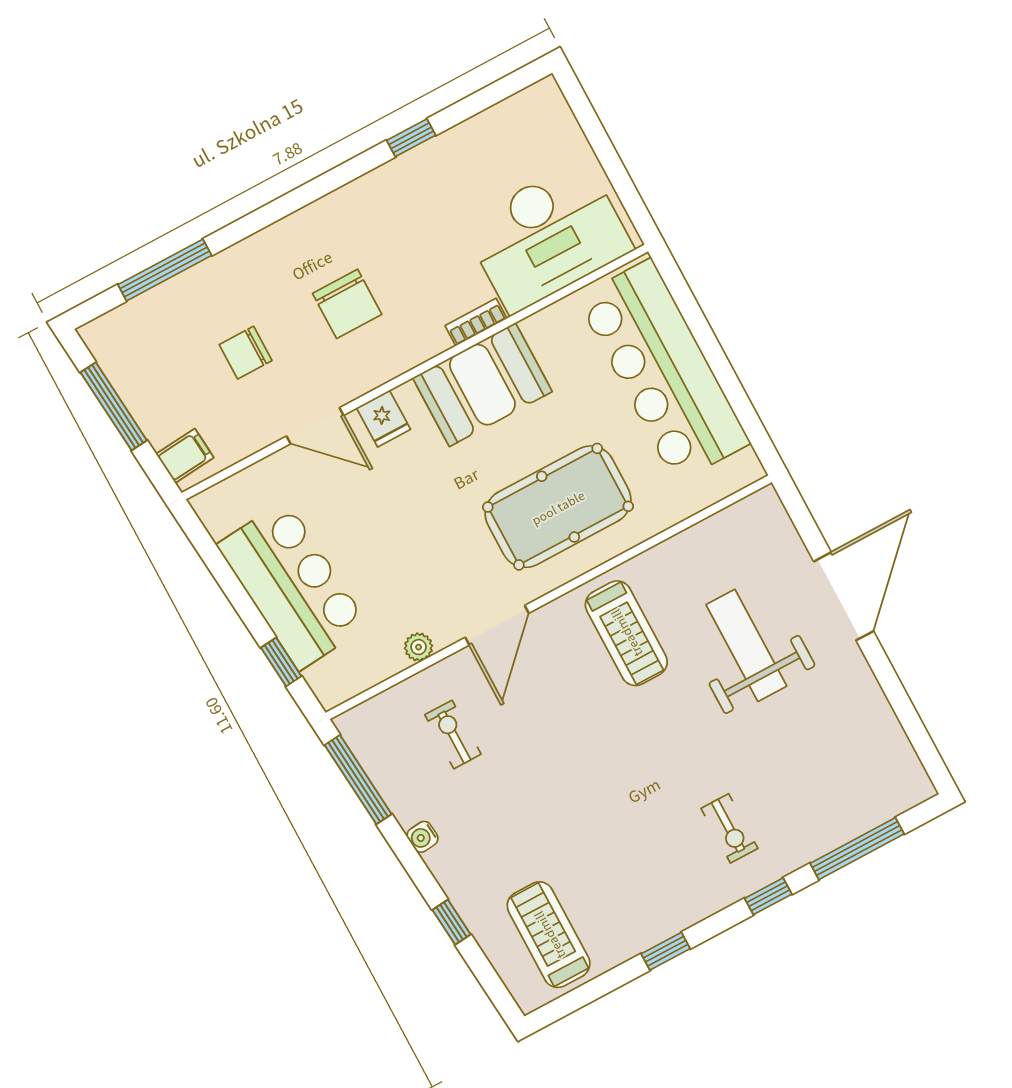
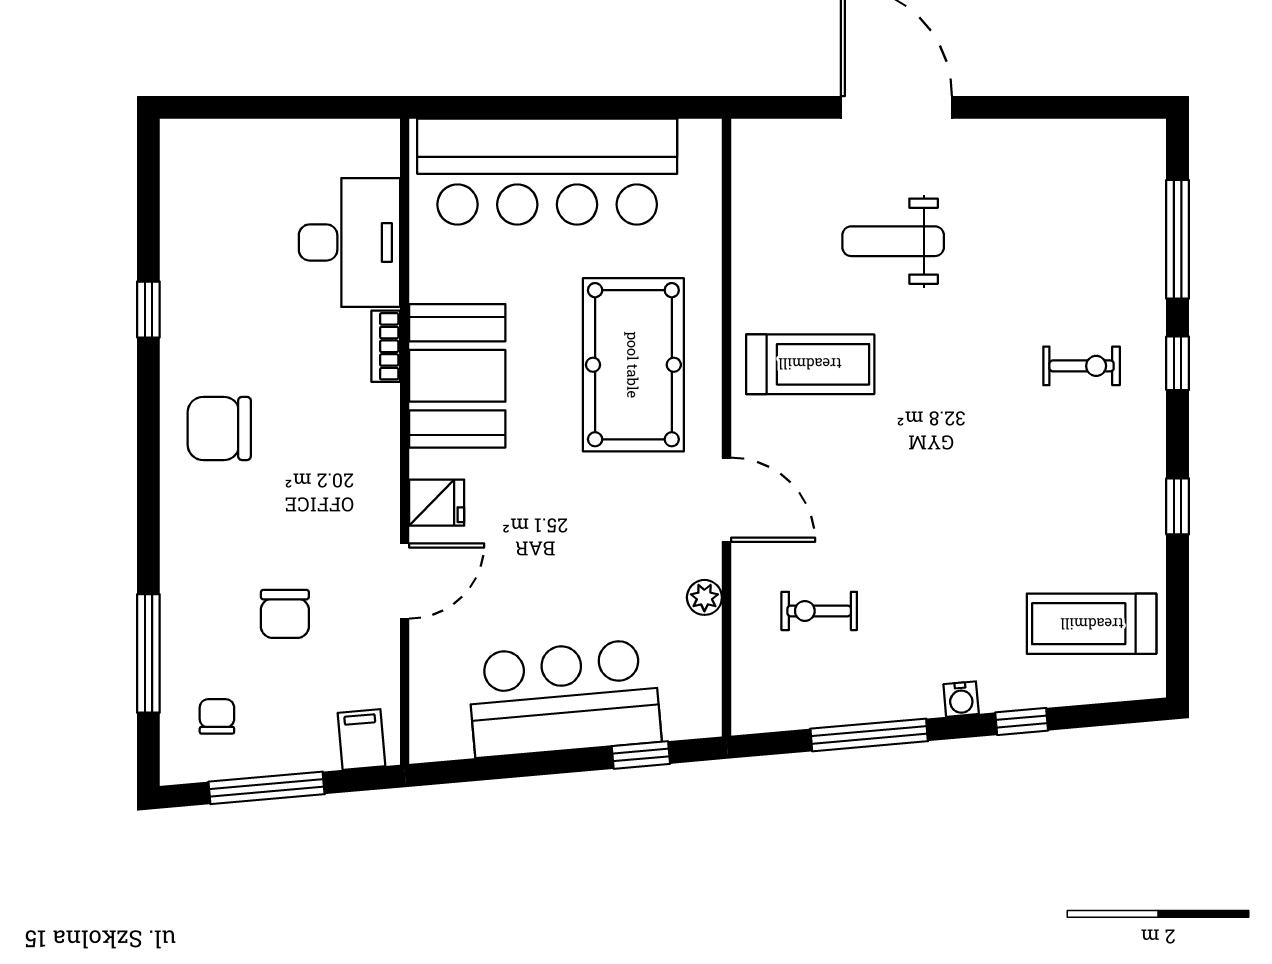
desk: (548, 236) -> (349, 242), width x0.73, depth x0.77
chair: (347, 304) -> (219, 428), moved, turned 180
chair: (146, 343) -> (217, 716), added
weight bench: (746, 645) -> (893, 241), width x0.73, depth x0.75
window: (358, 780) -> (869, 735), moved
water cooler: (423, 837) -> (961, 699), moved

